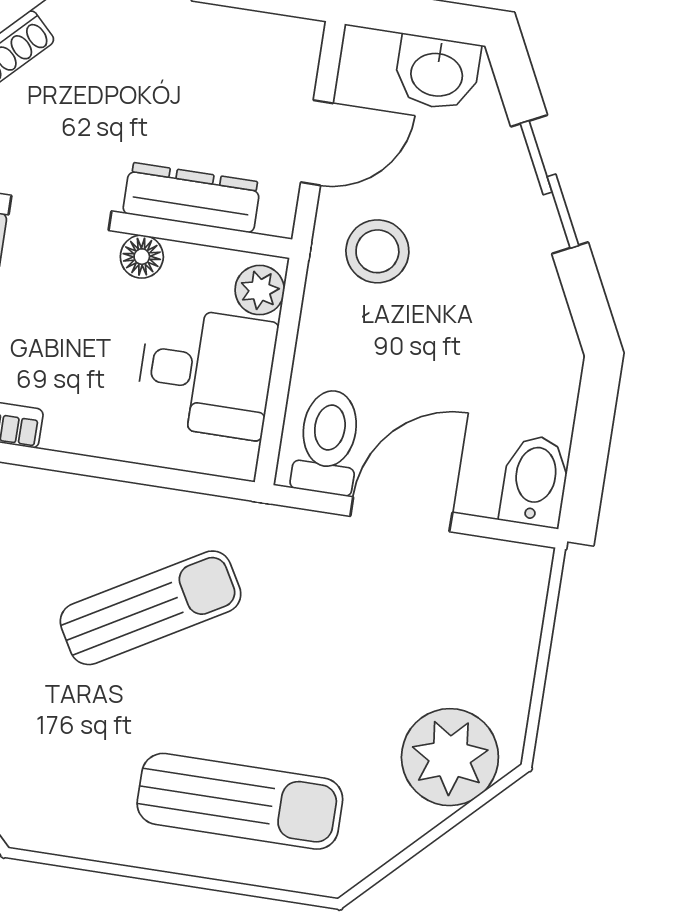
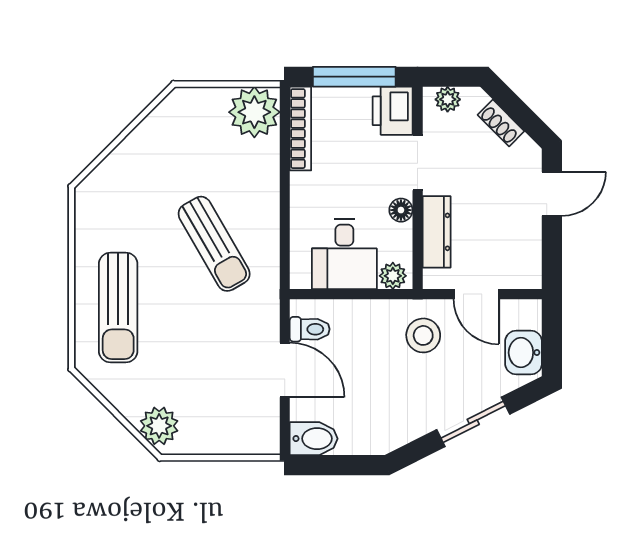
toilet: (328, 442) -> (310, 329), width x0.73, depth x0.72
plant: (450, 757) -> (159, 426), width x0.73, depth x0.73

